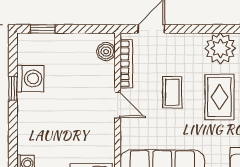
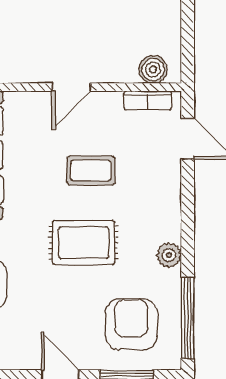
plant: (220, 48) -> (169, 255), width x0.53, depth x0.53
bookcase: (126, 64) -> (148, 100), width x0.64

